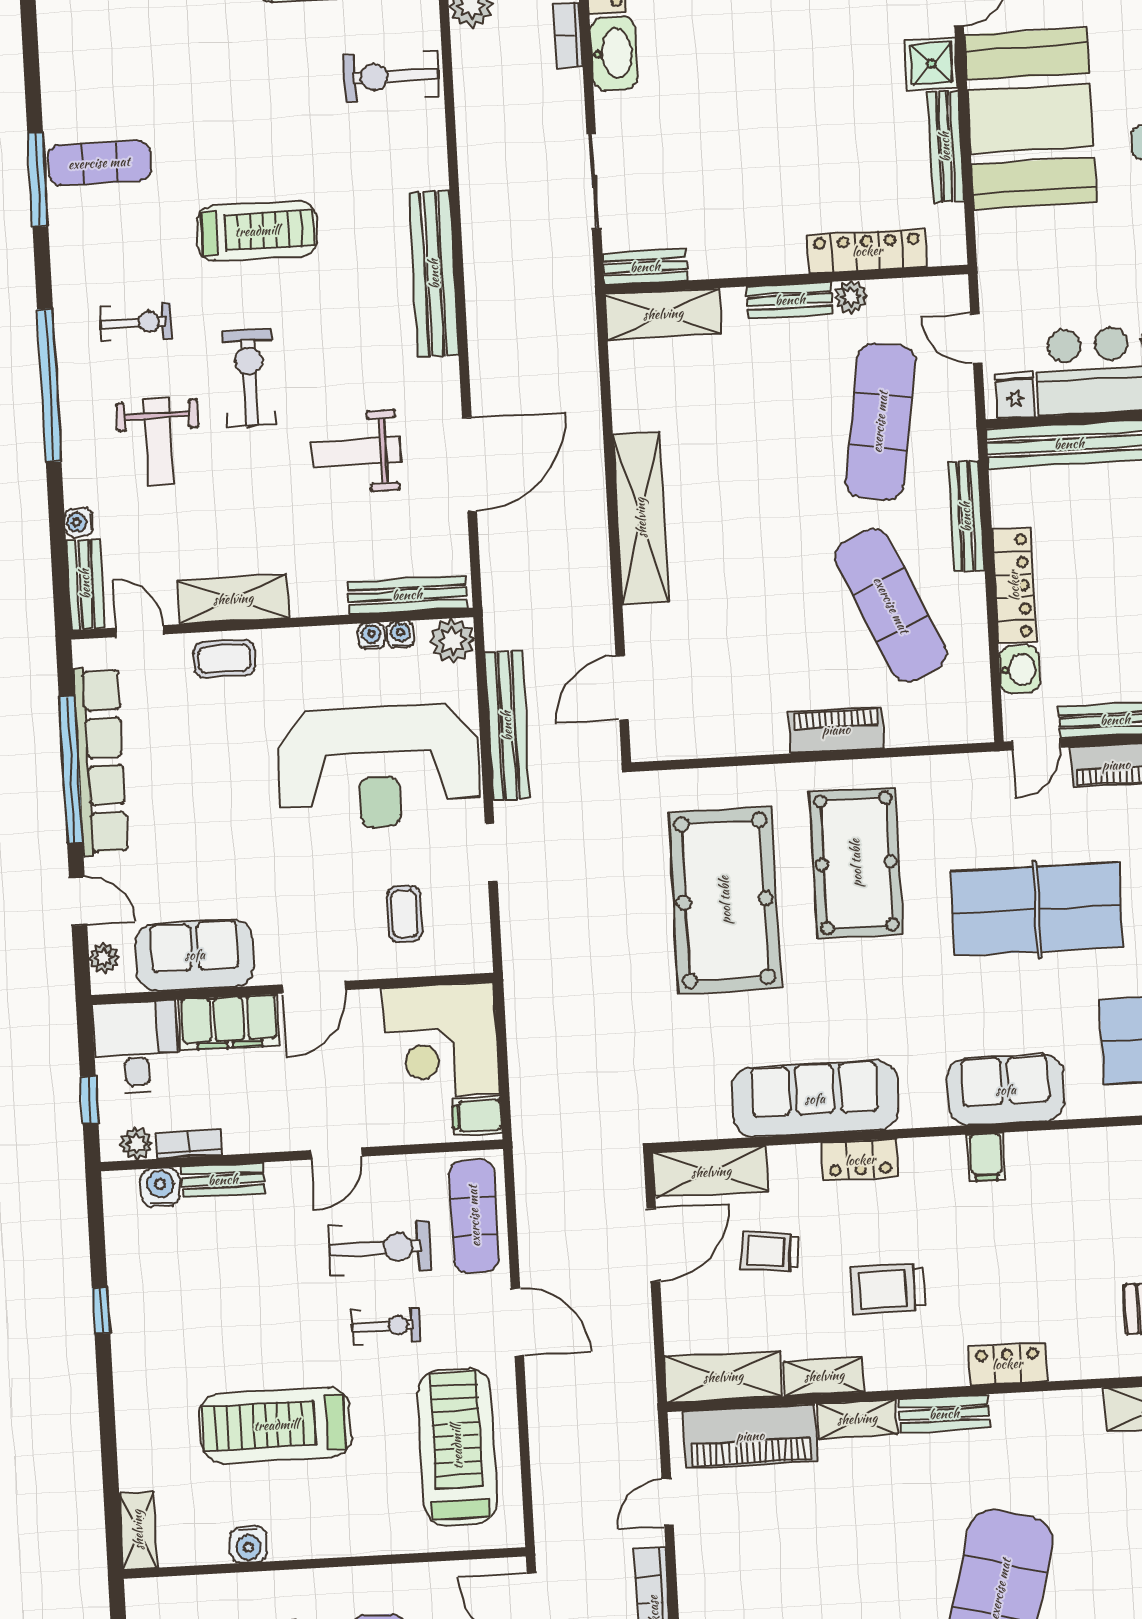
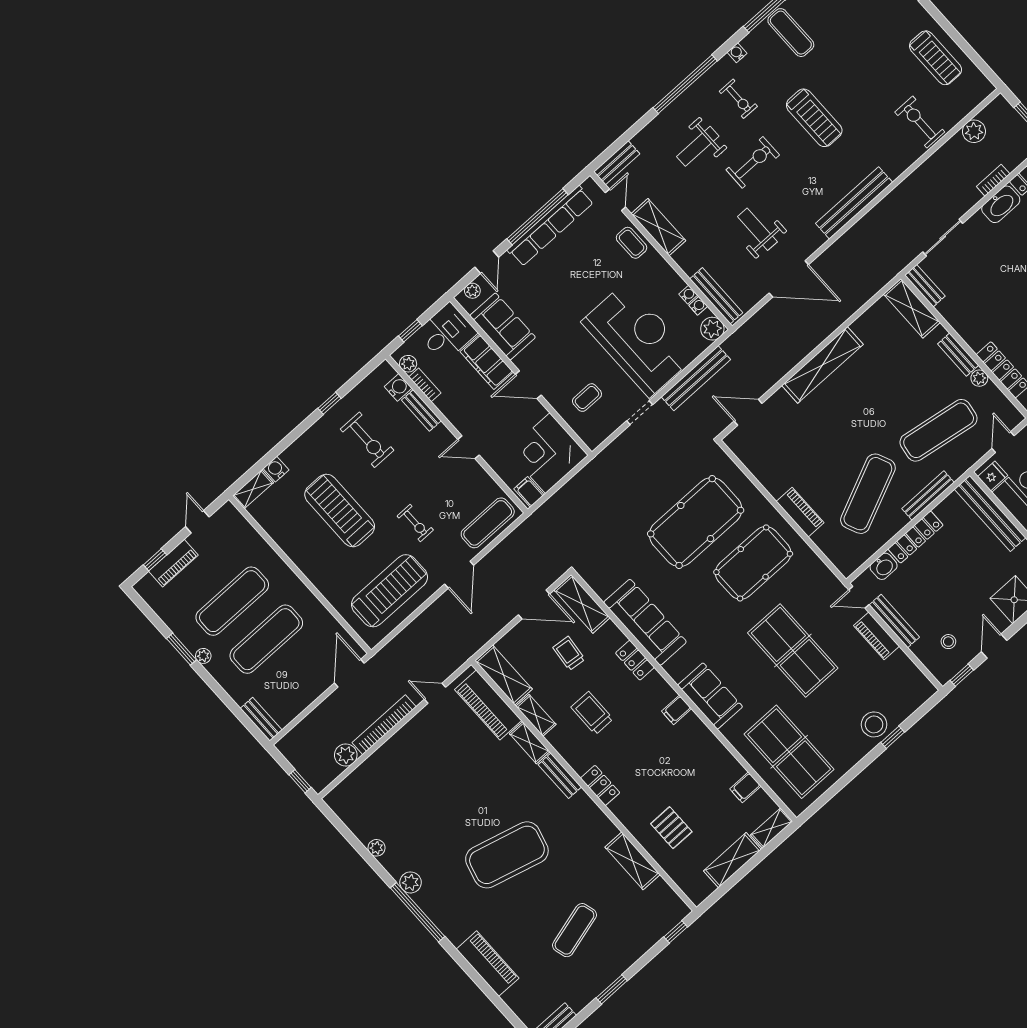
water cooler: (79, 522) -> (737, 53), moved
reception desk: (378, 767) -> (638, 340), turned 180
exercise bike: (380, 1248) -> (367, 440), moved
water cooler: (248, 1545) -> (276, 469), moved, turned 90

